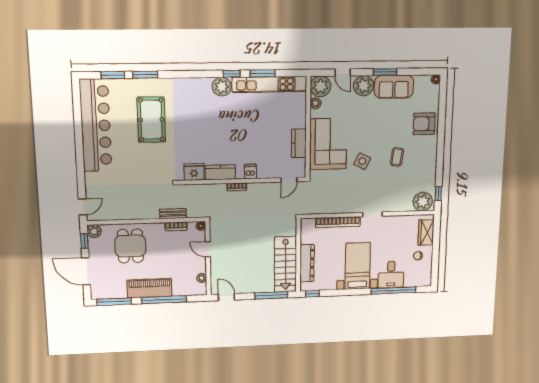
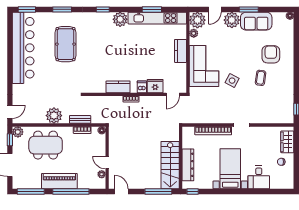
door: (343, 72) -> (215, 9), hinge flipped
window: (231, 74) -> (103, 9), moved
window: (113, 75) -> (27, 9), moved
armchair: (424, 124) -> (271, 54), moved, turned 90
kitchen counter: (299, 143) -> (180, 51), moved
fridge: (194, 172) -> (155, 86), moved
plant: (423, 202) -> (54, 116), moved
dining table: (130, 246) -> (46, 145), width x1.38
door: (208, 249) -> (107, 163), moved
window: (393, 290) -> (261, 191), removed

